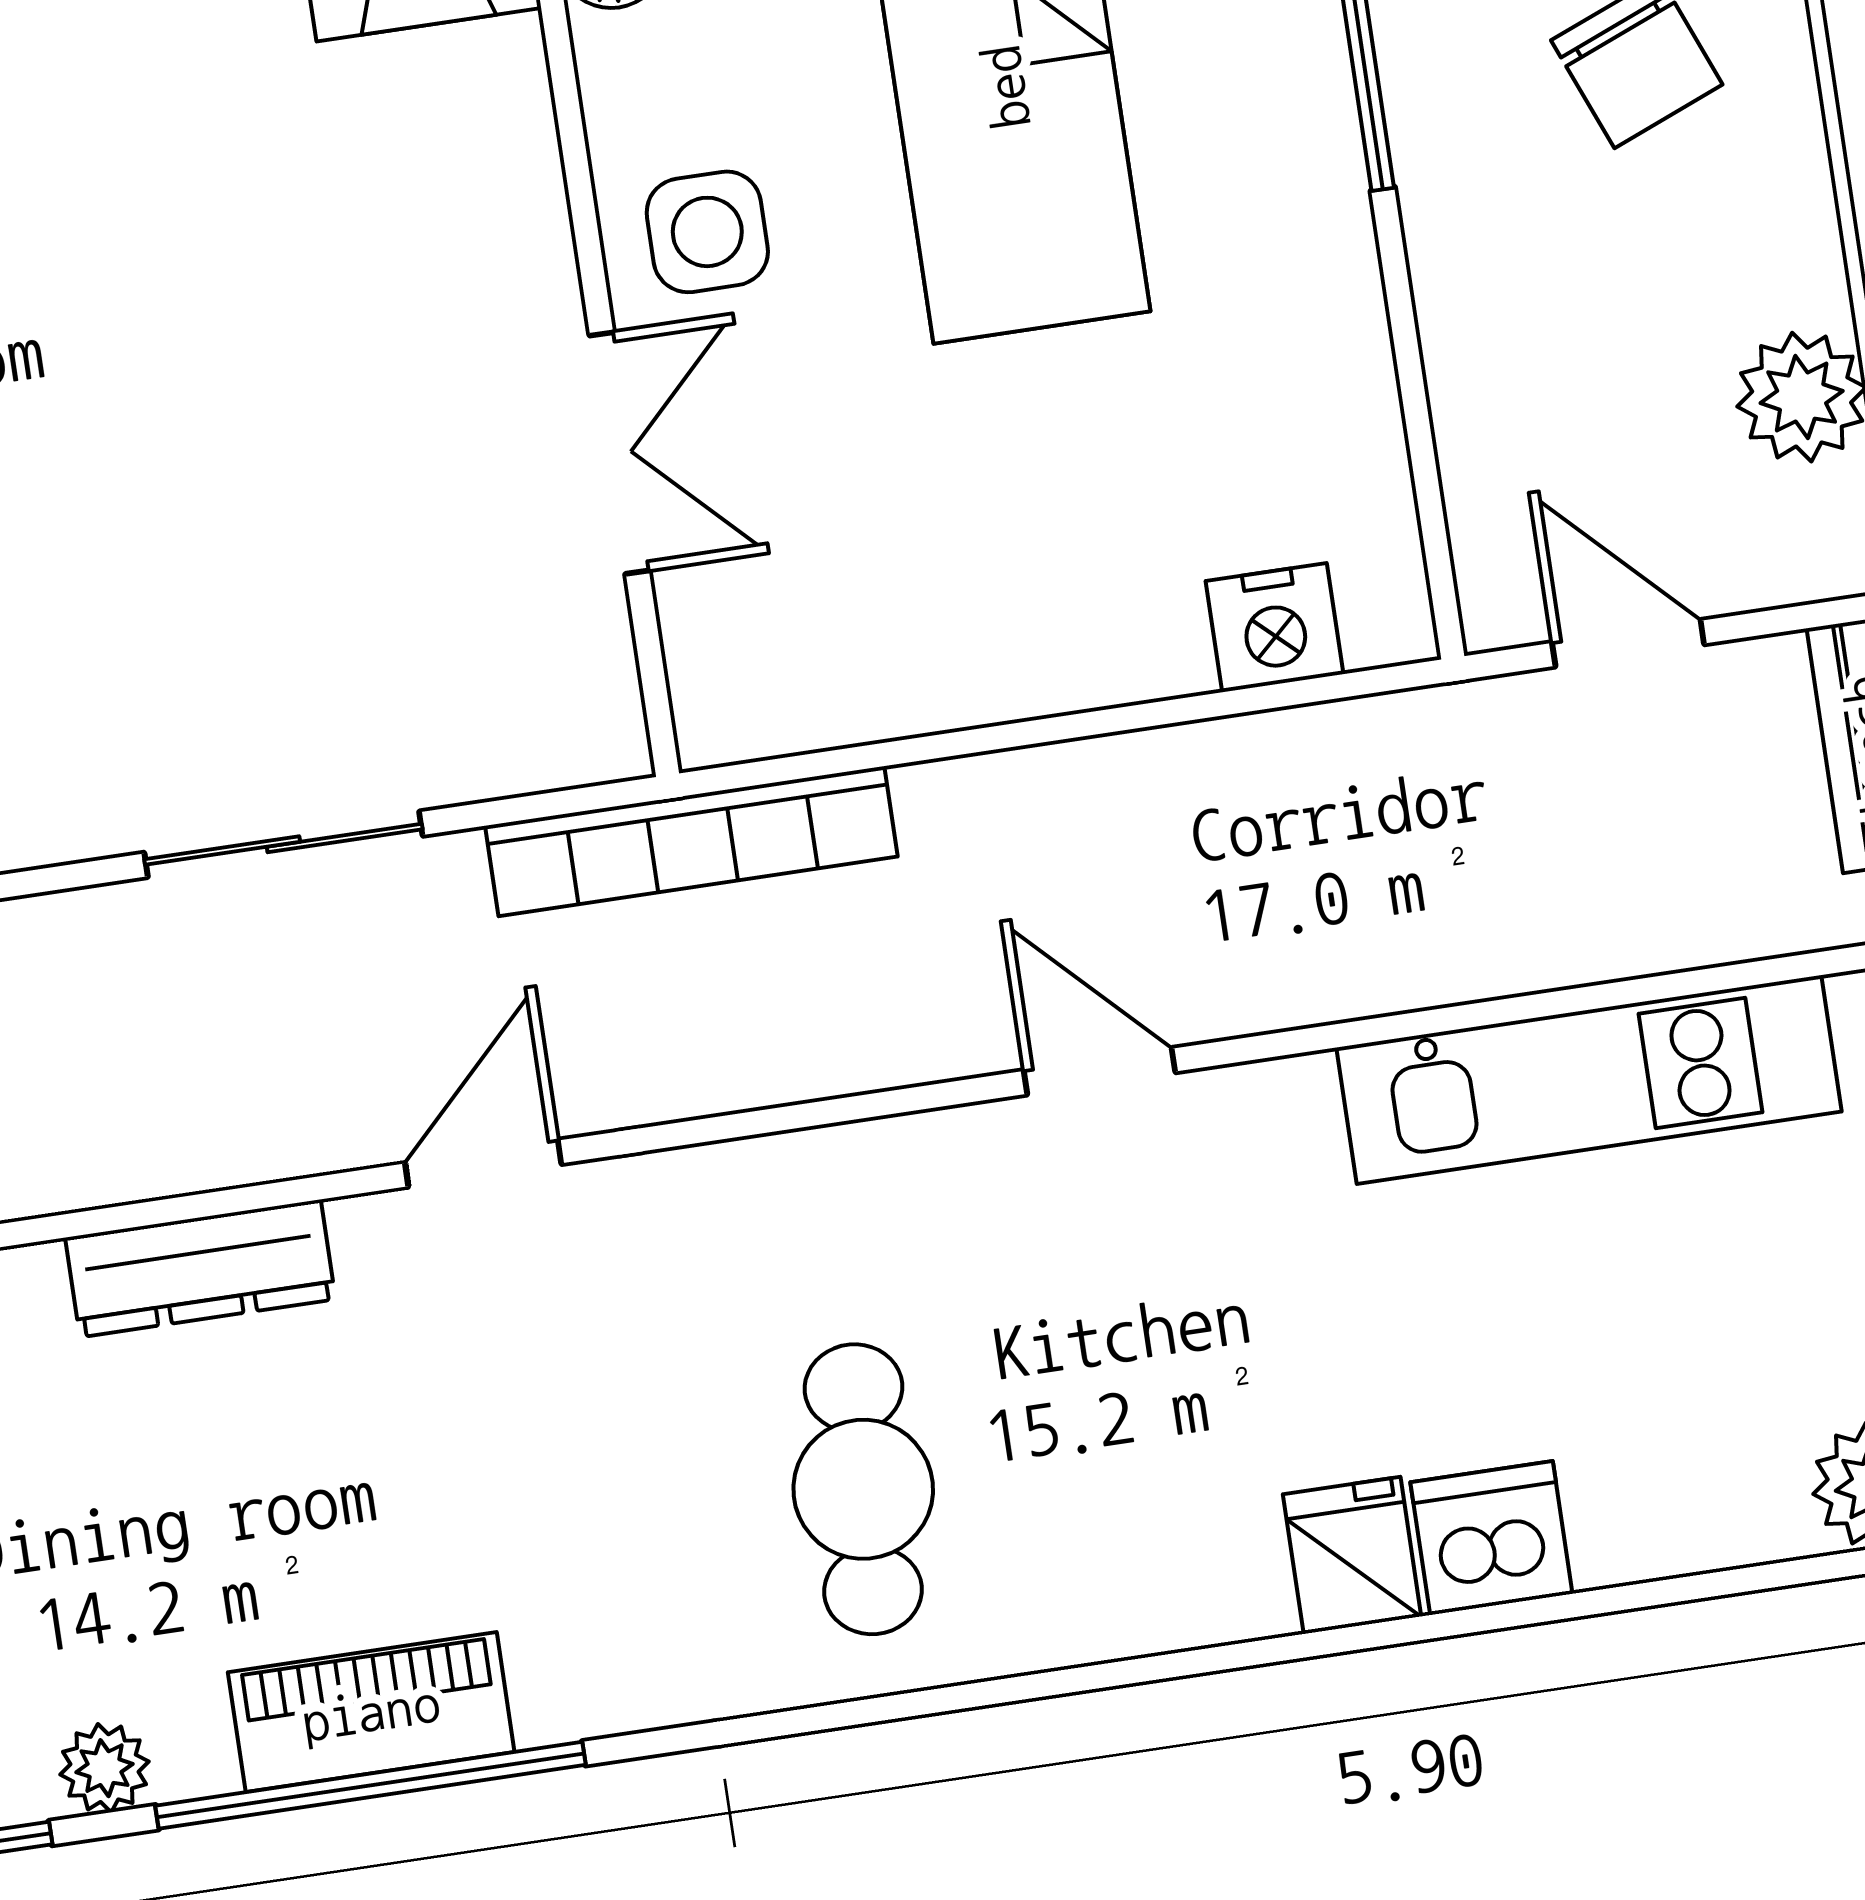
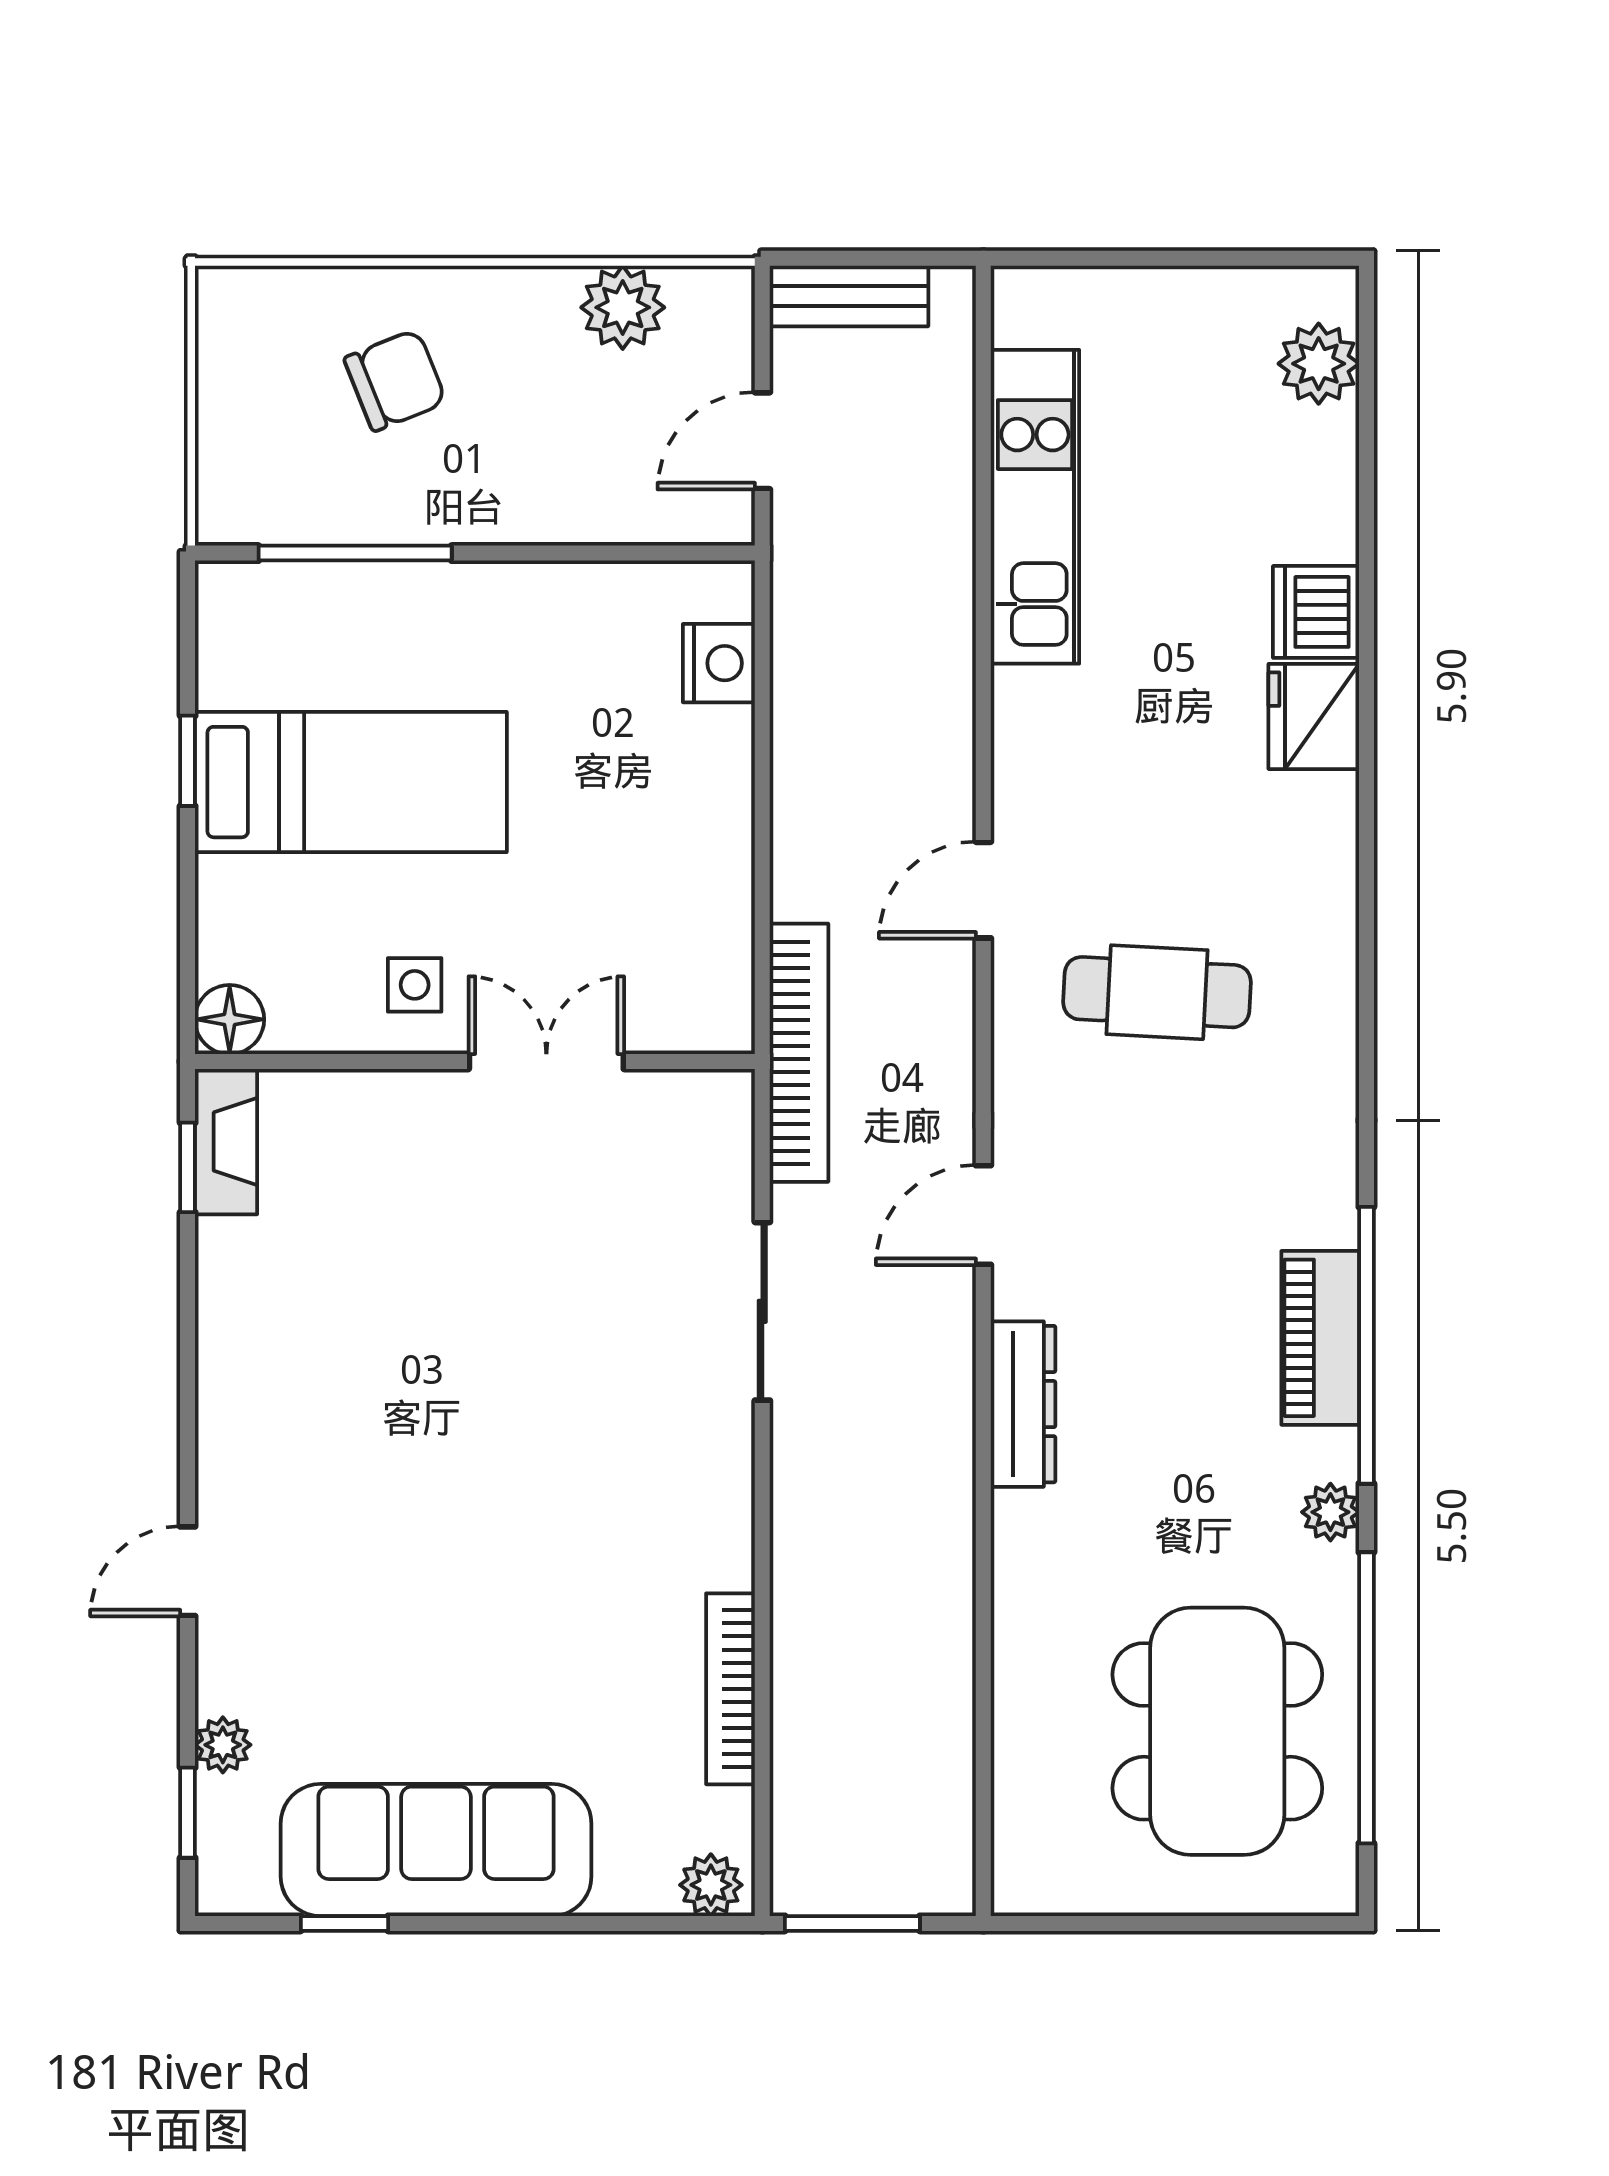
side table: (707, 232) -> (415, 985), width x0.73, depth x0.73
door: (1100, 1071) -> (983, 890), moved
door: (483, 1163) -> (983, 1215), hinge flipped
cafe table: (863, 1489) -> (1157, 992), moved
fridge: (1352, 1555) -> (1314, 716), width x1.38

